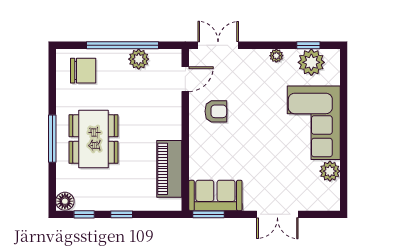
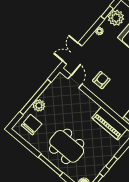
plant: (139, 59) -> (39, 105), moved

